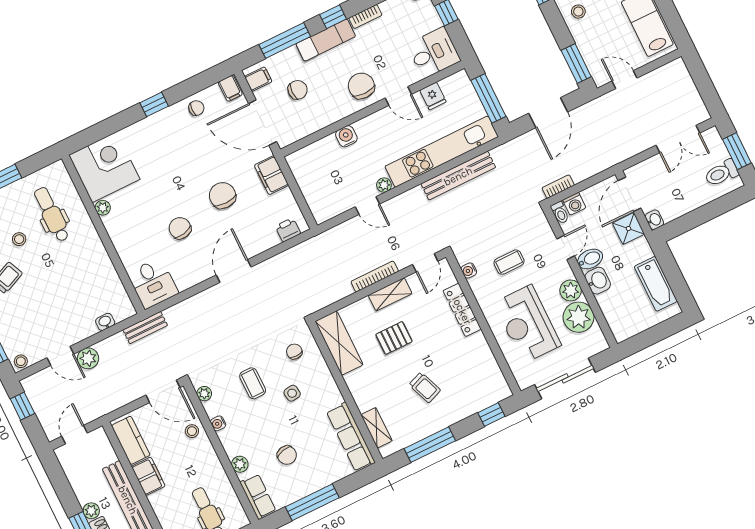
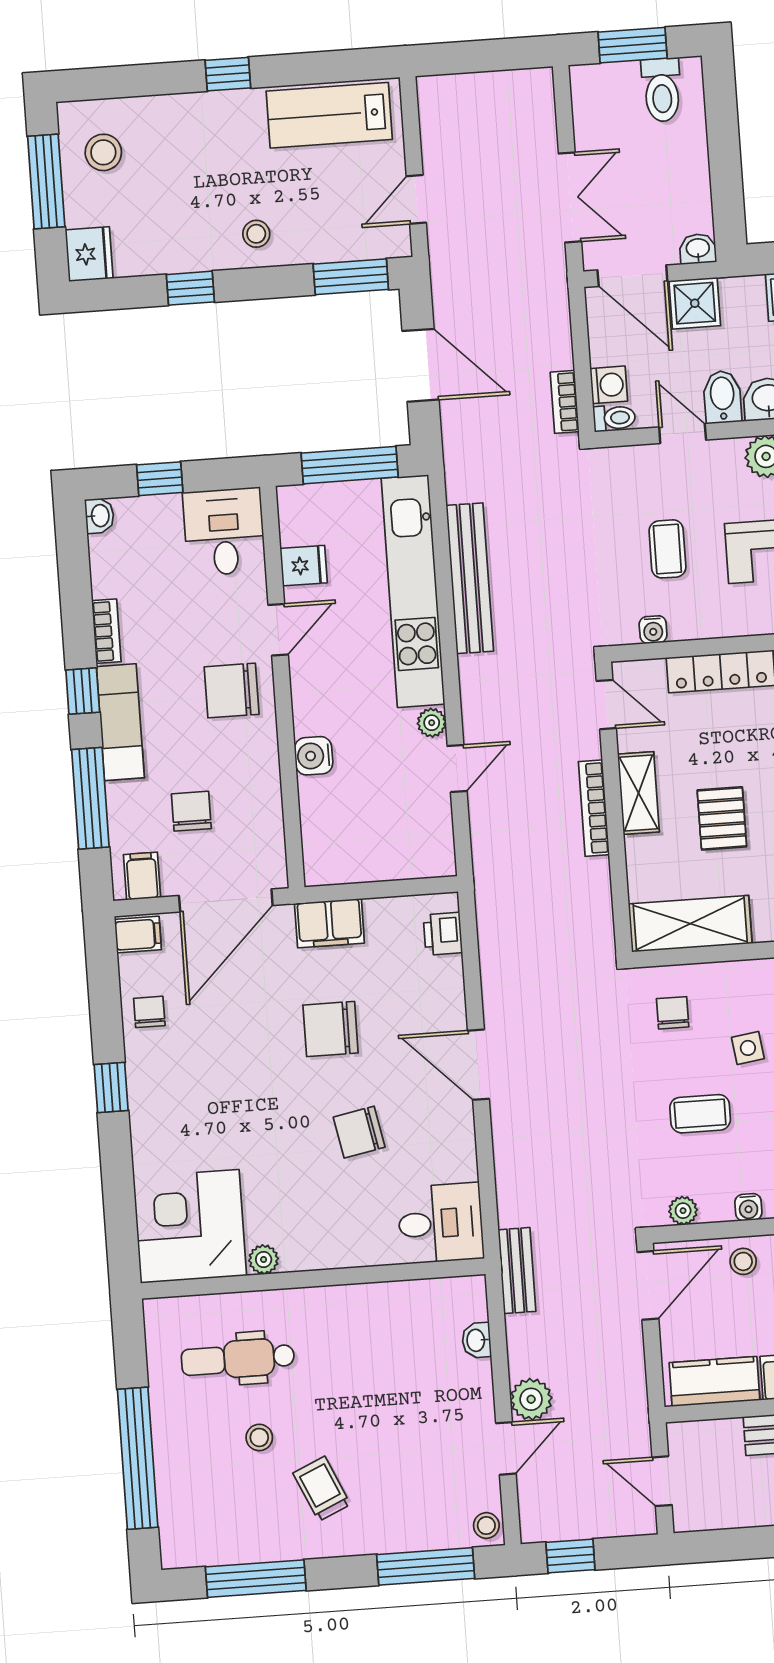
double door: (678, 139) -> (570, 197), moved
chair: (294, 352) -> (673, 1013), turned 90

